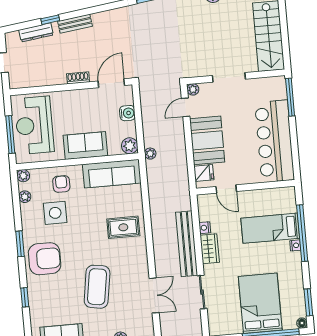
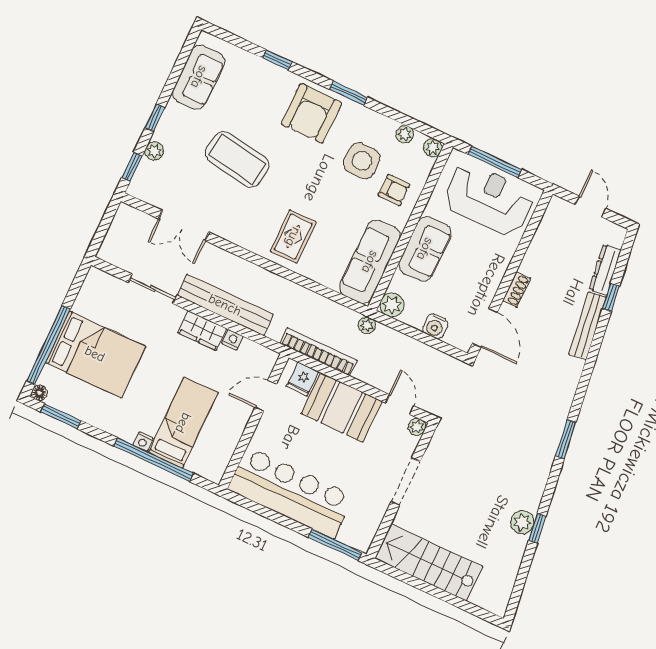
bench: (75, 24) -> (588, 326), width x1.36
bookcase: (182, 173) -> (318, 352), added

